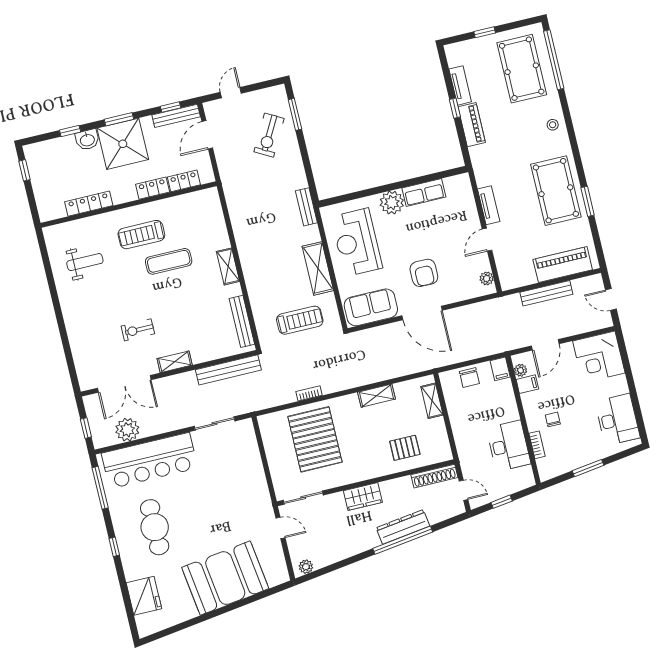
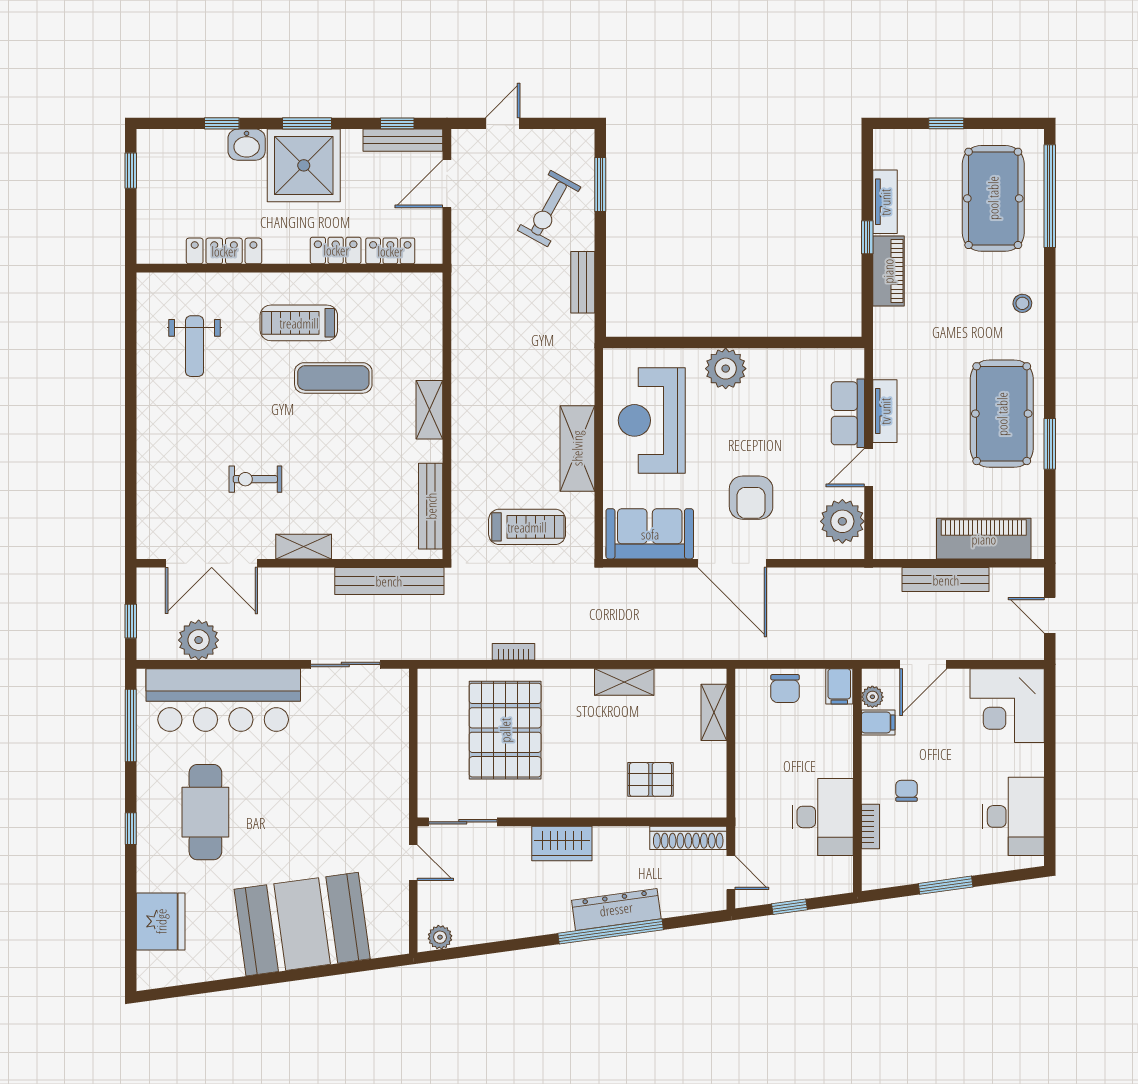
row of seats: (424, 193) -> (848, 413), moved, turned 90
bench: (306, 207) -> (583, 282), moved
weight bench: (85, 262) -> (195, 346), turned 90
plant: (487, 278) -> (842, 521), width x1.87, depth x1.87

